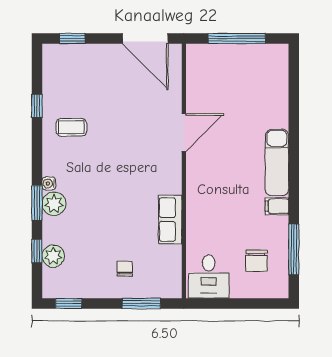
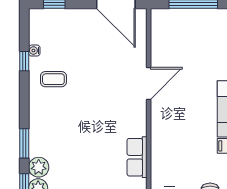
water cooler: (49, 184) -> (34, 51), moved
plant: (54, 204) -> (39, 167), moved

